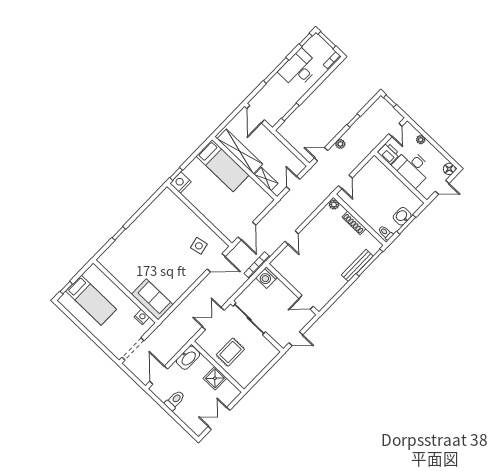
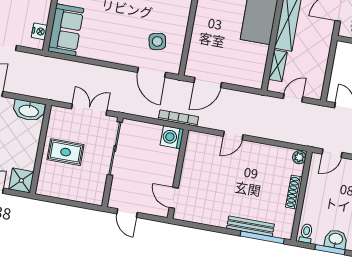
shower: (215, 378) -> (21, 181), moved

